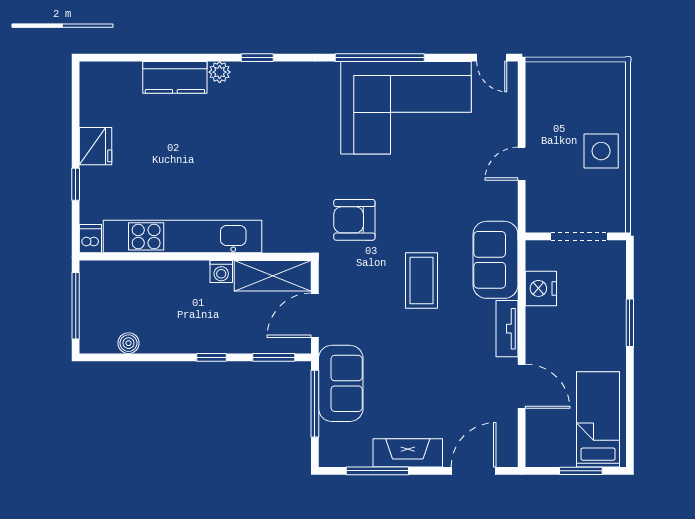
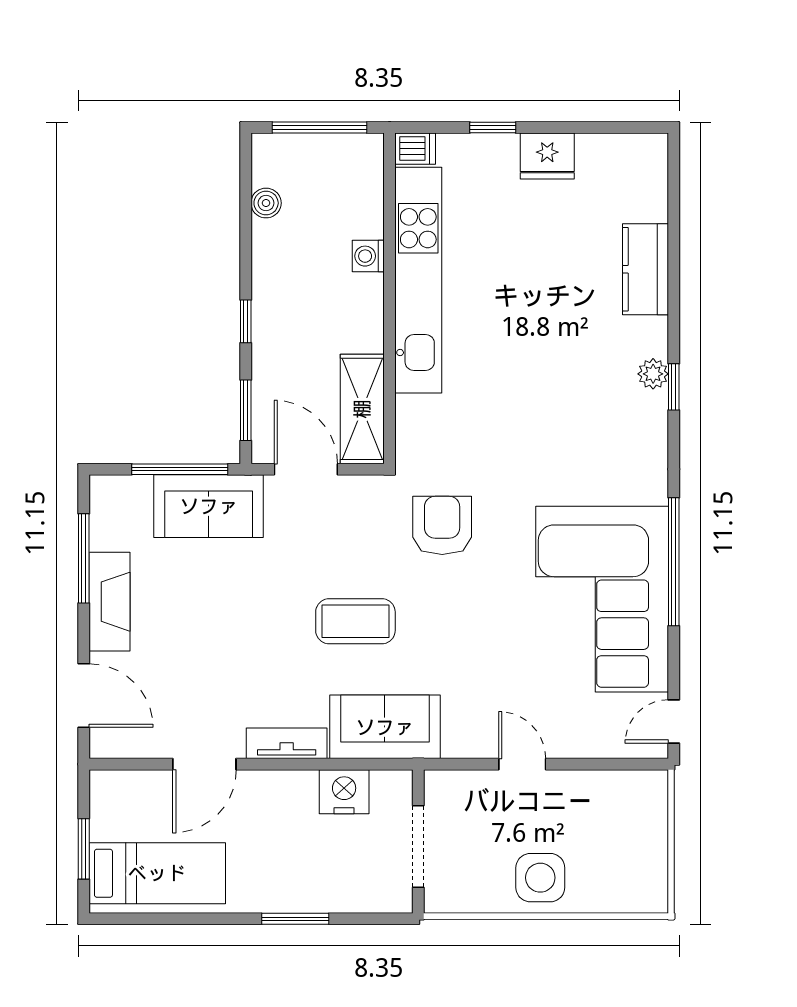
plant: (220, 72) -> (653, 374), moved
washing machine: (221, 272) -> (368, 256), moved

